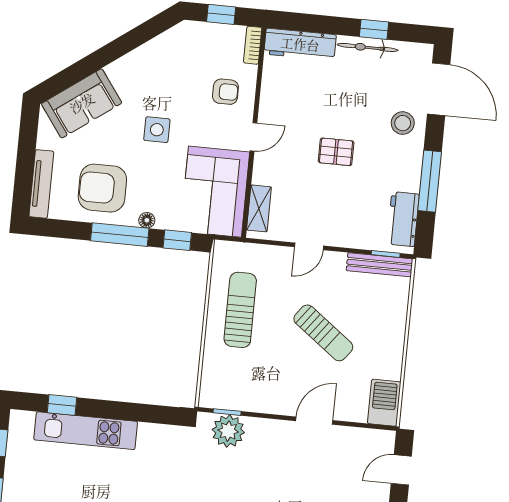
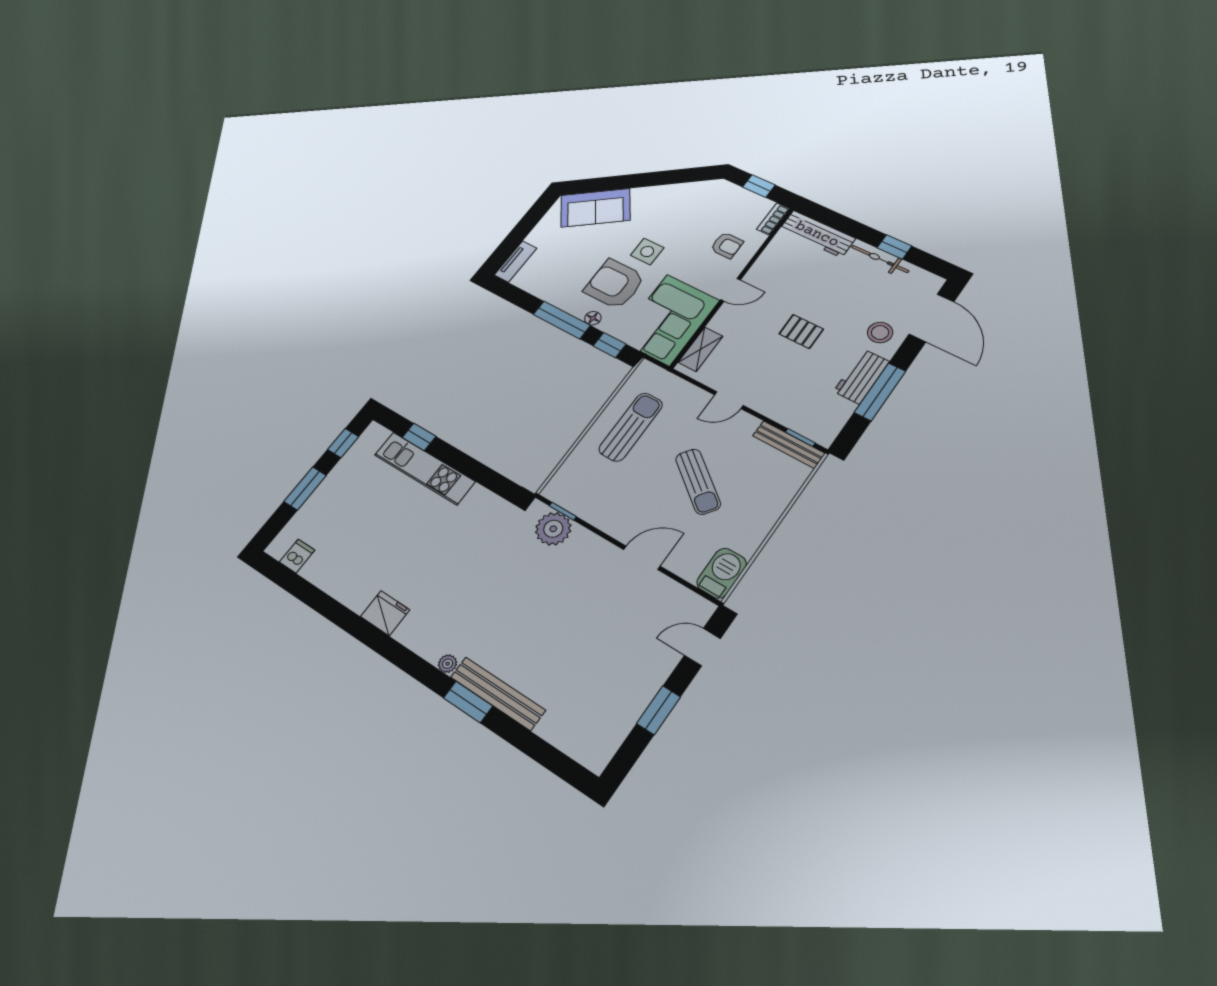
tv unit: (41, 184) -> (515, 261), width x0.71
armchair: (102, 188) -> (615, 284), moved
workbench: (403, 219) -> (861, 376), moved

